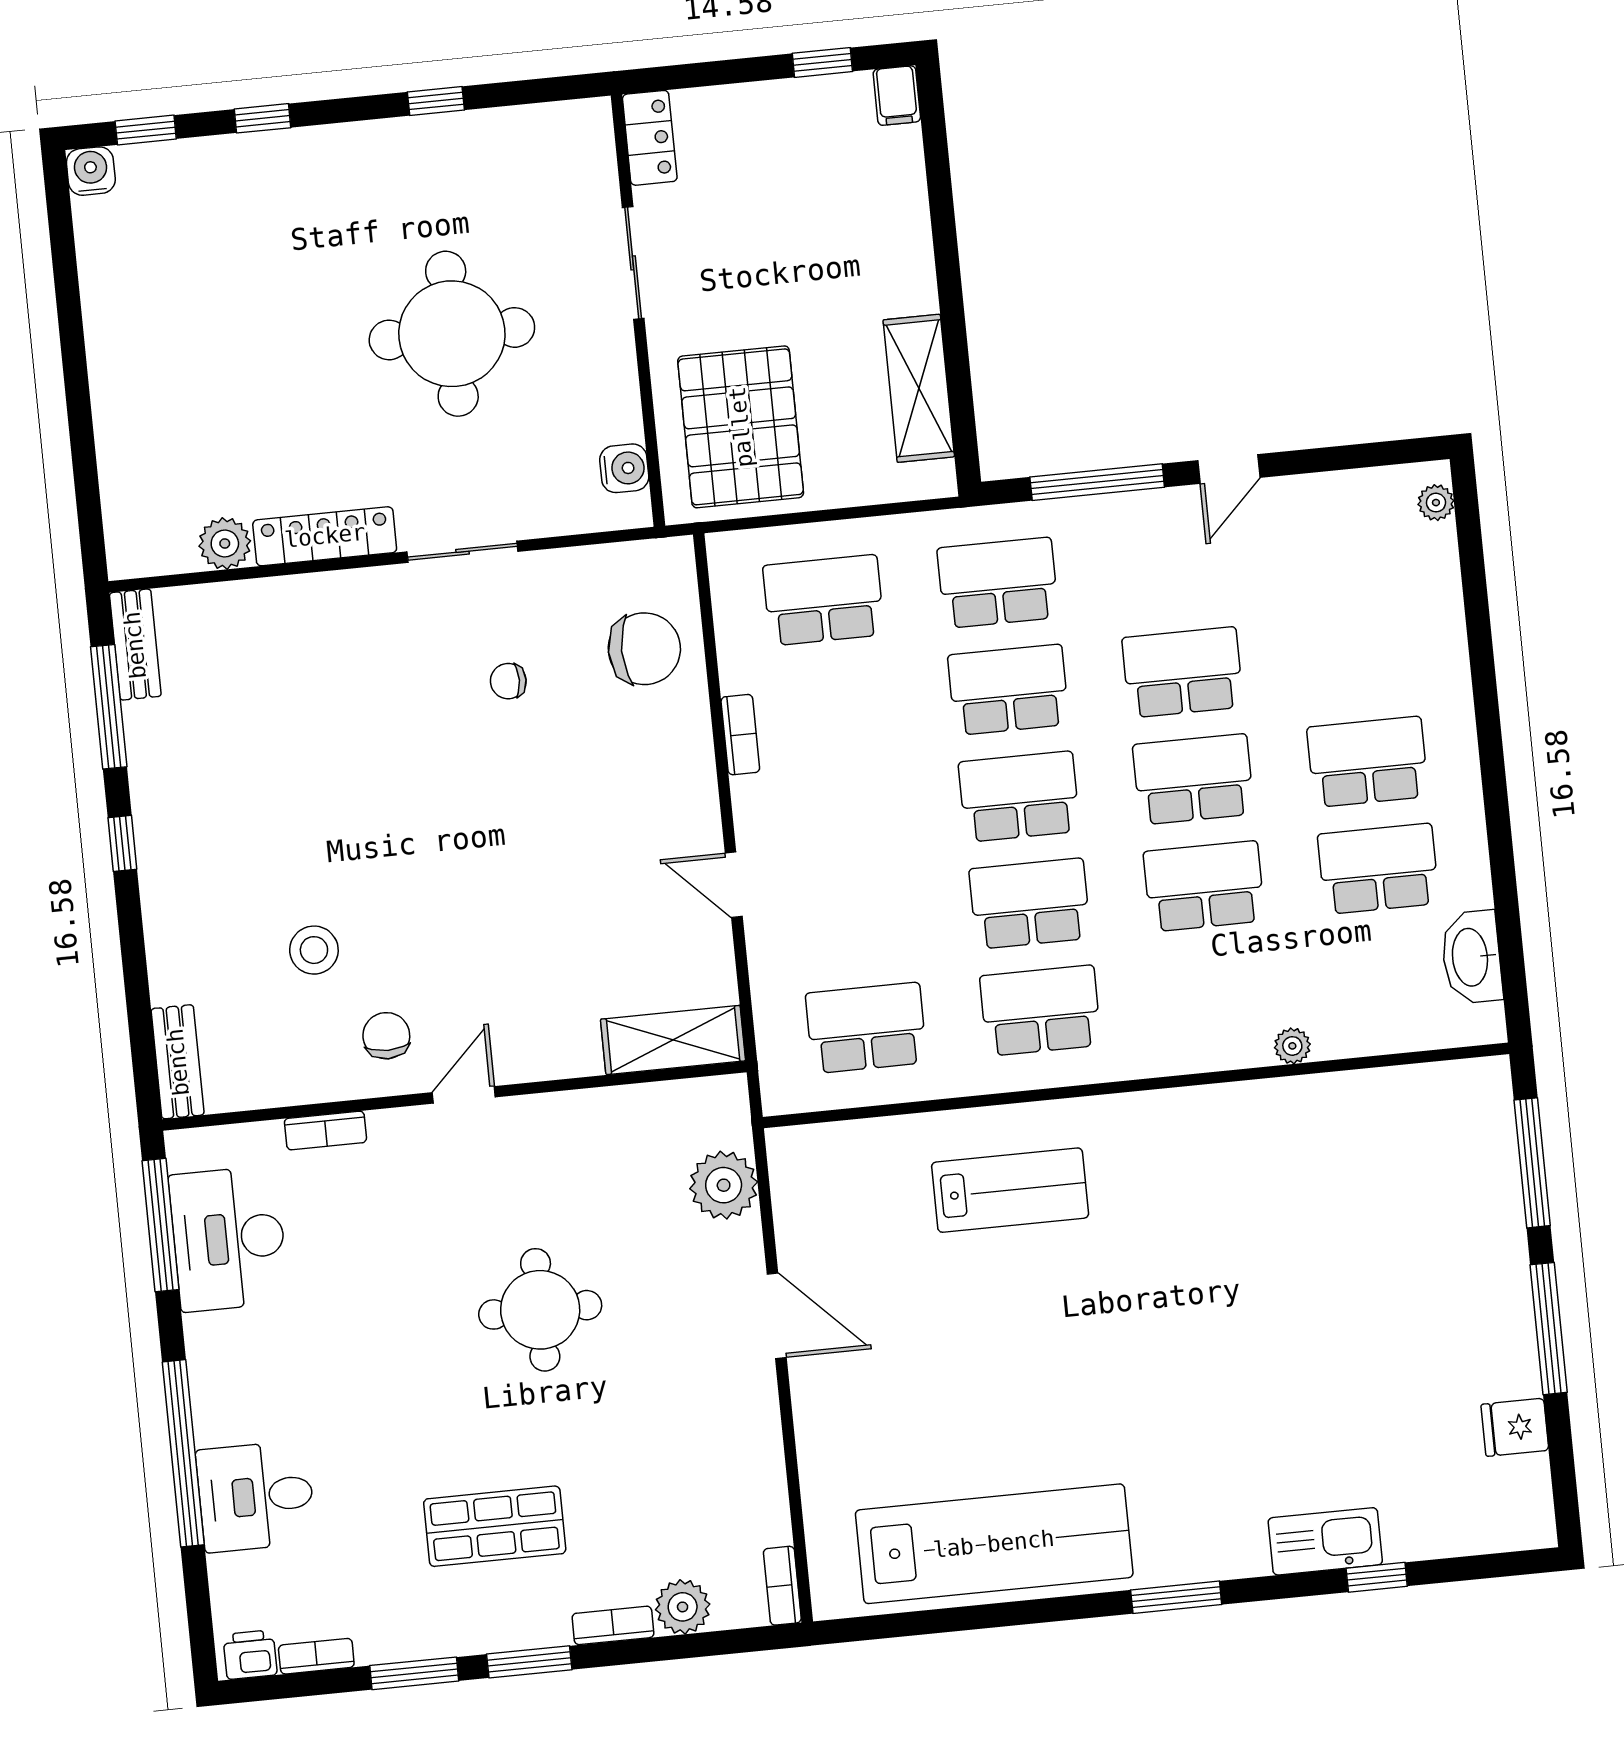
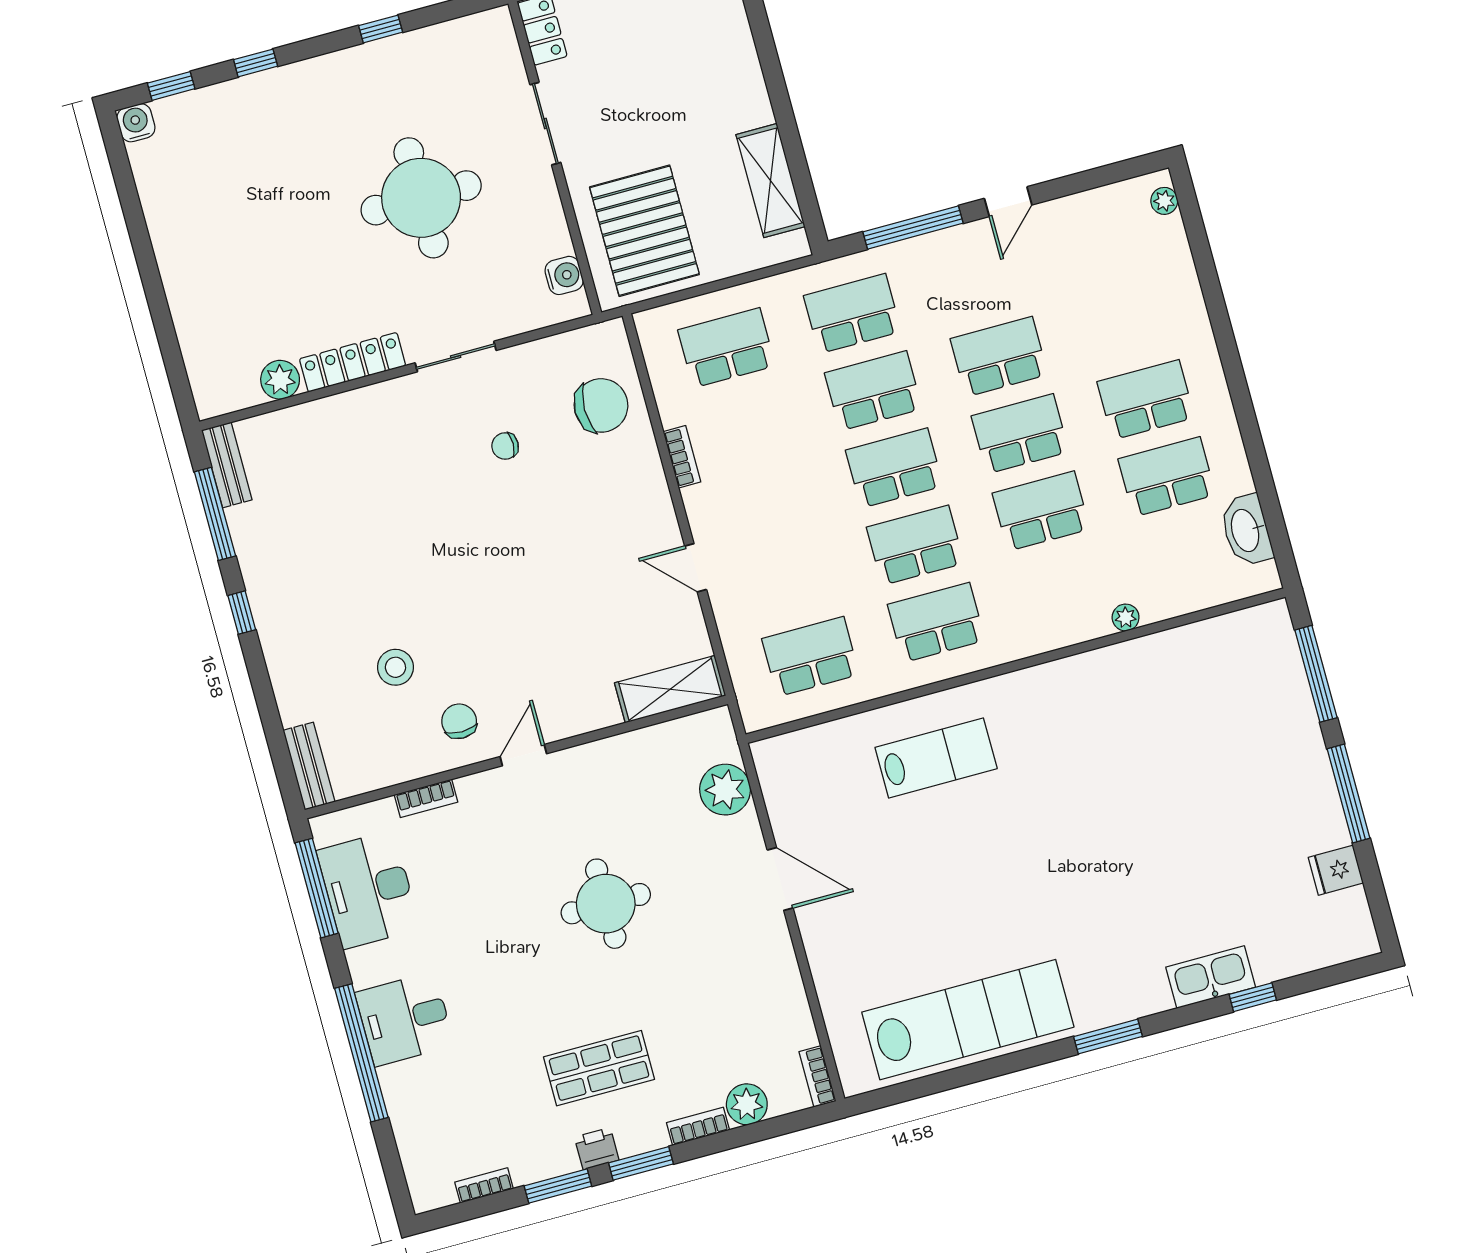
desk: (256, 1496) -> (405, 1019), moved
printer: (250, 1655) -> (597, 1149), moved

